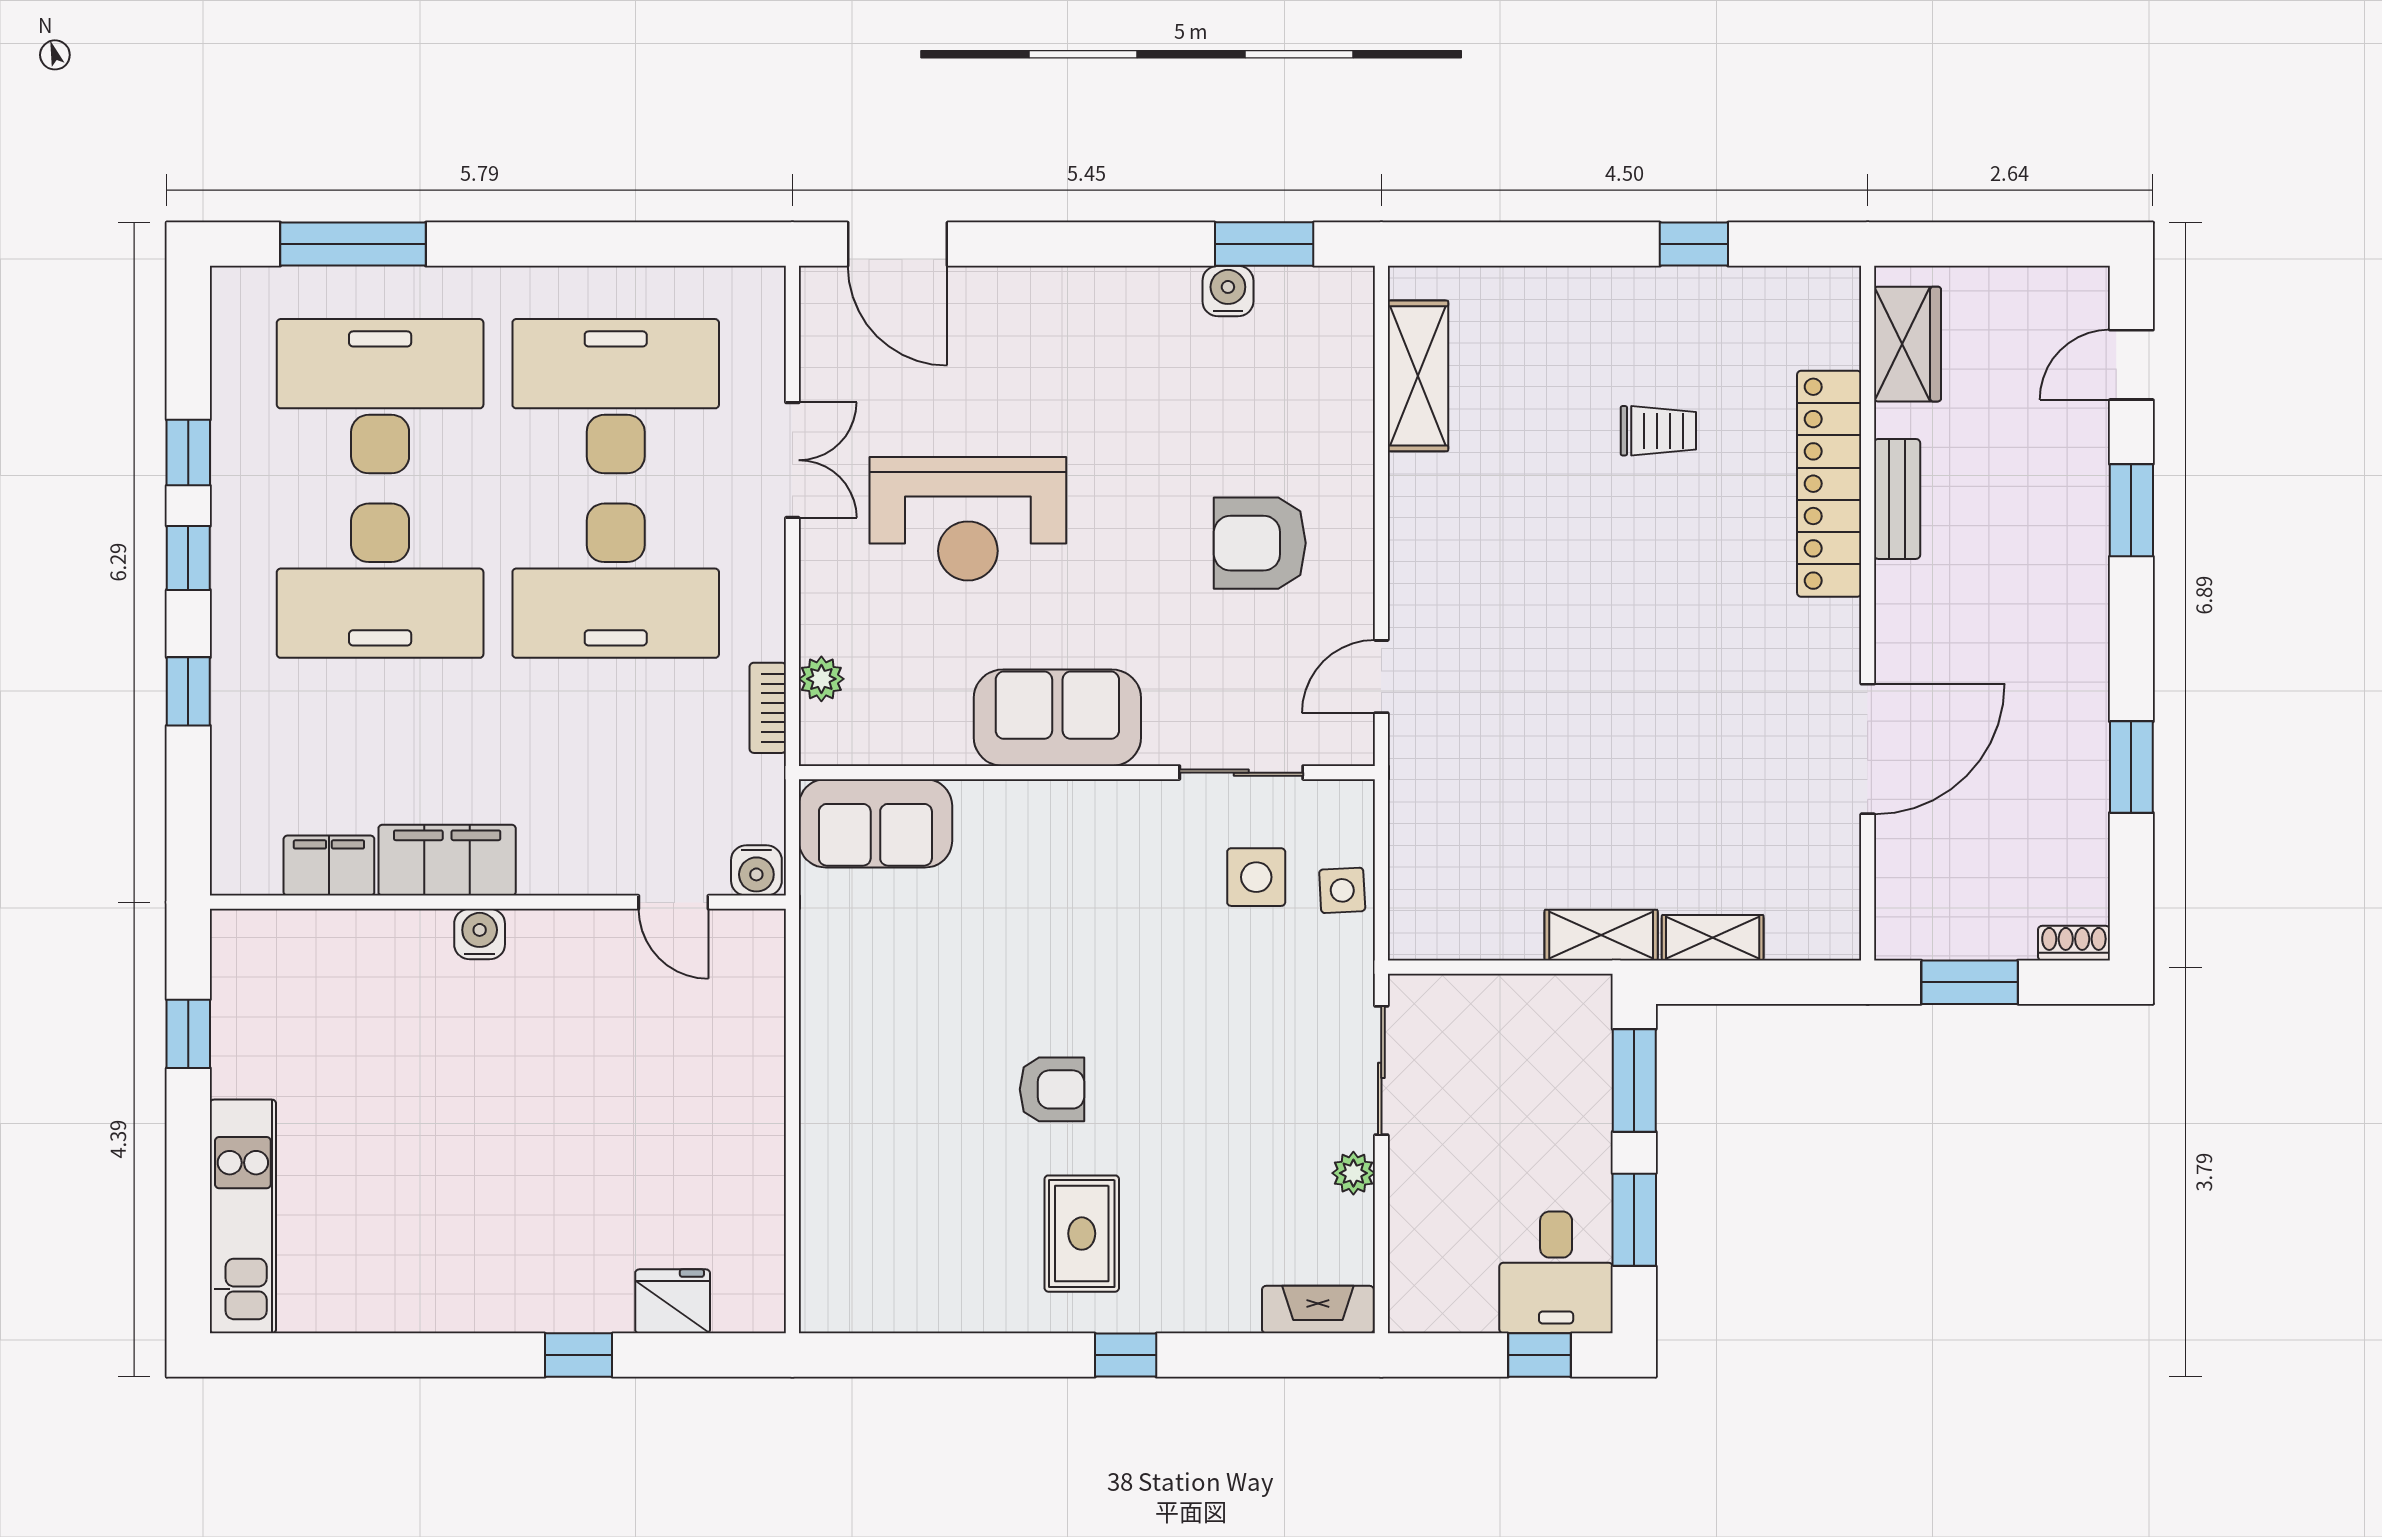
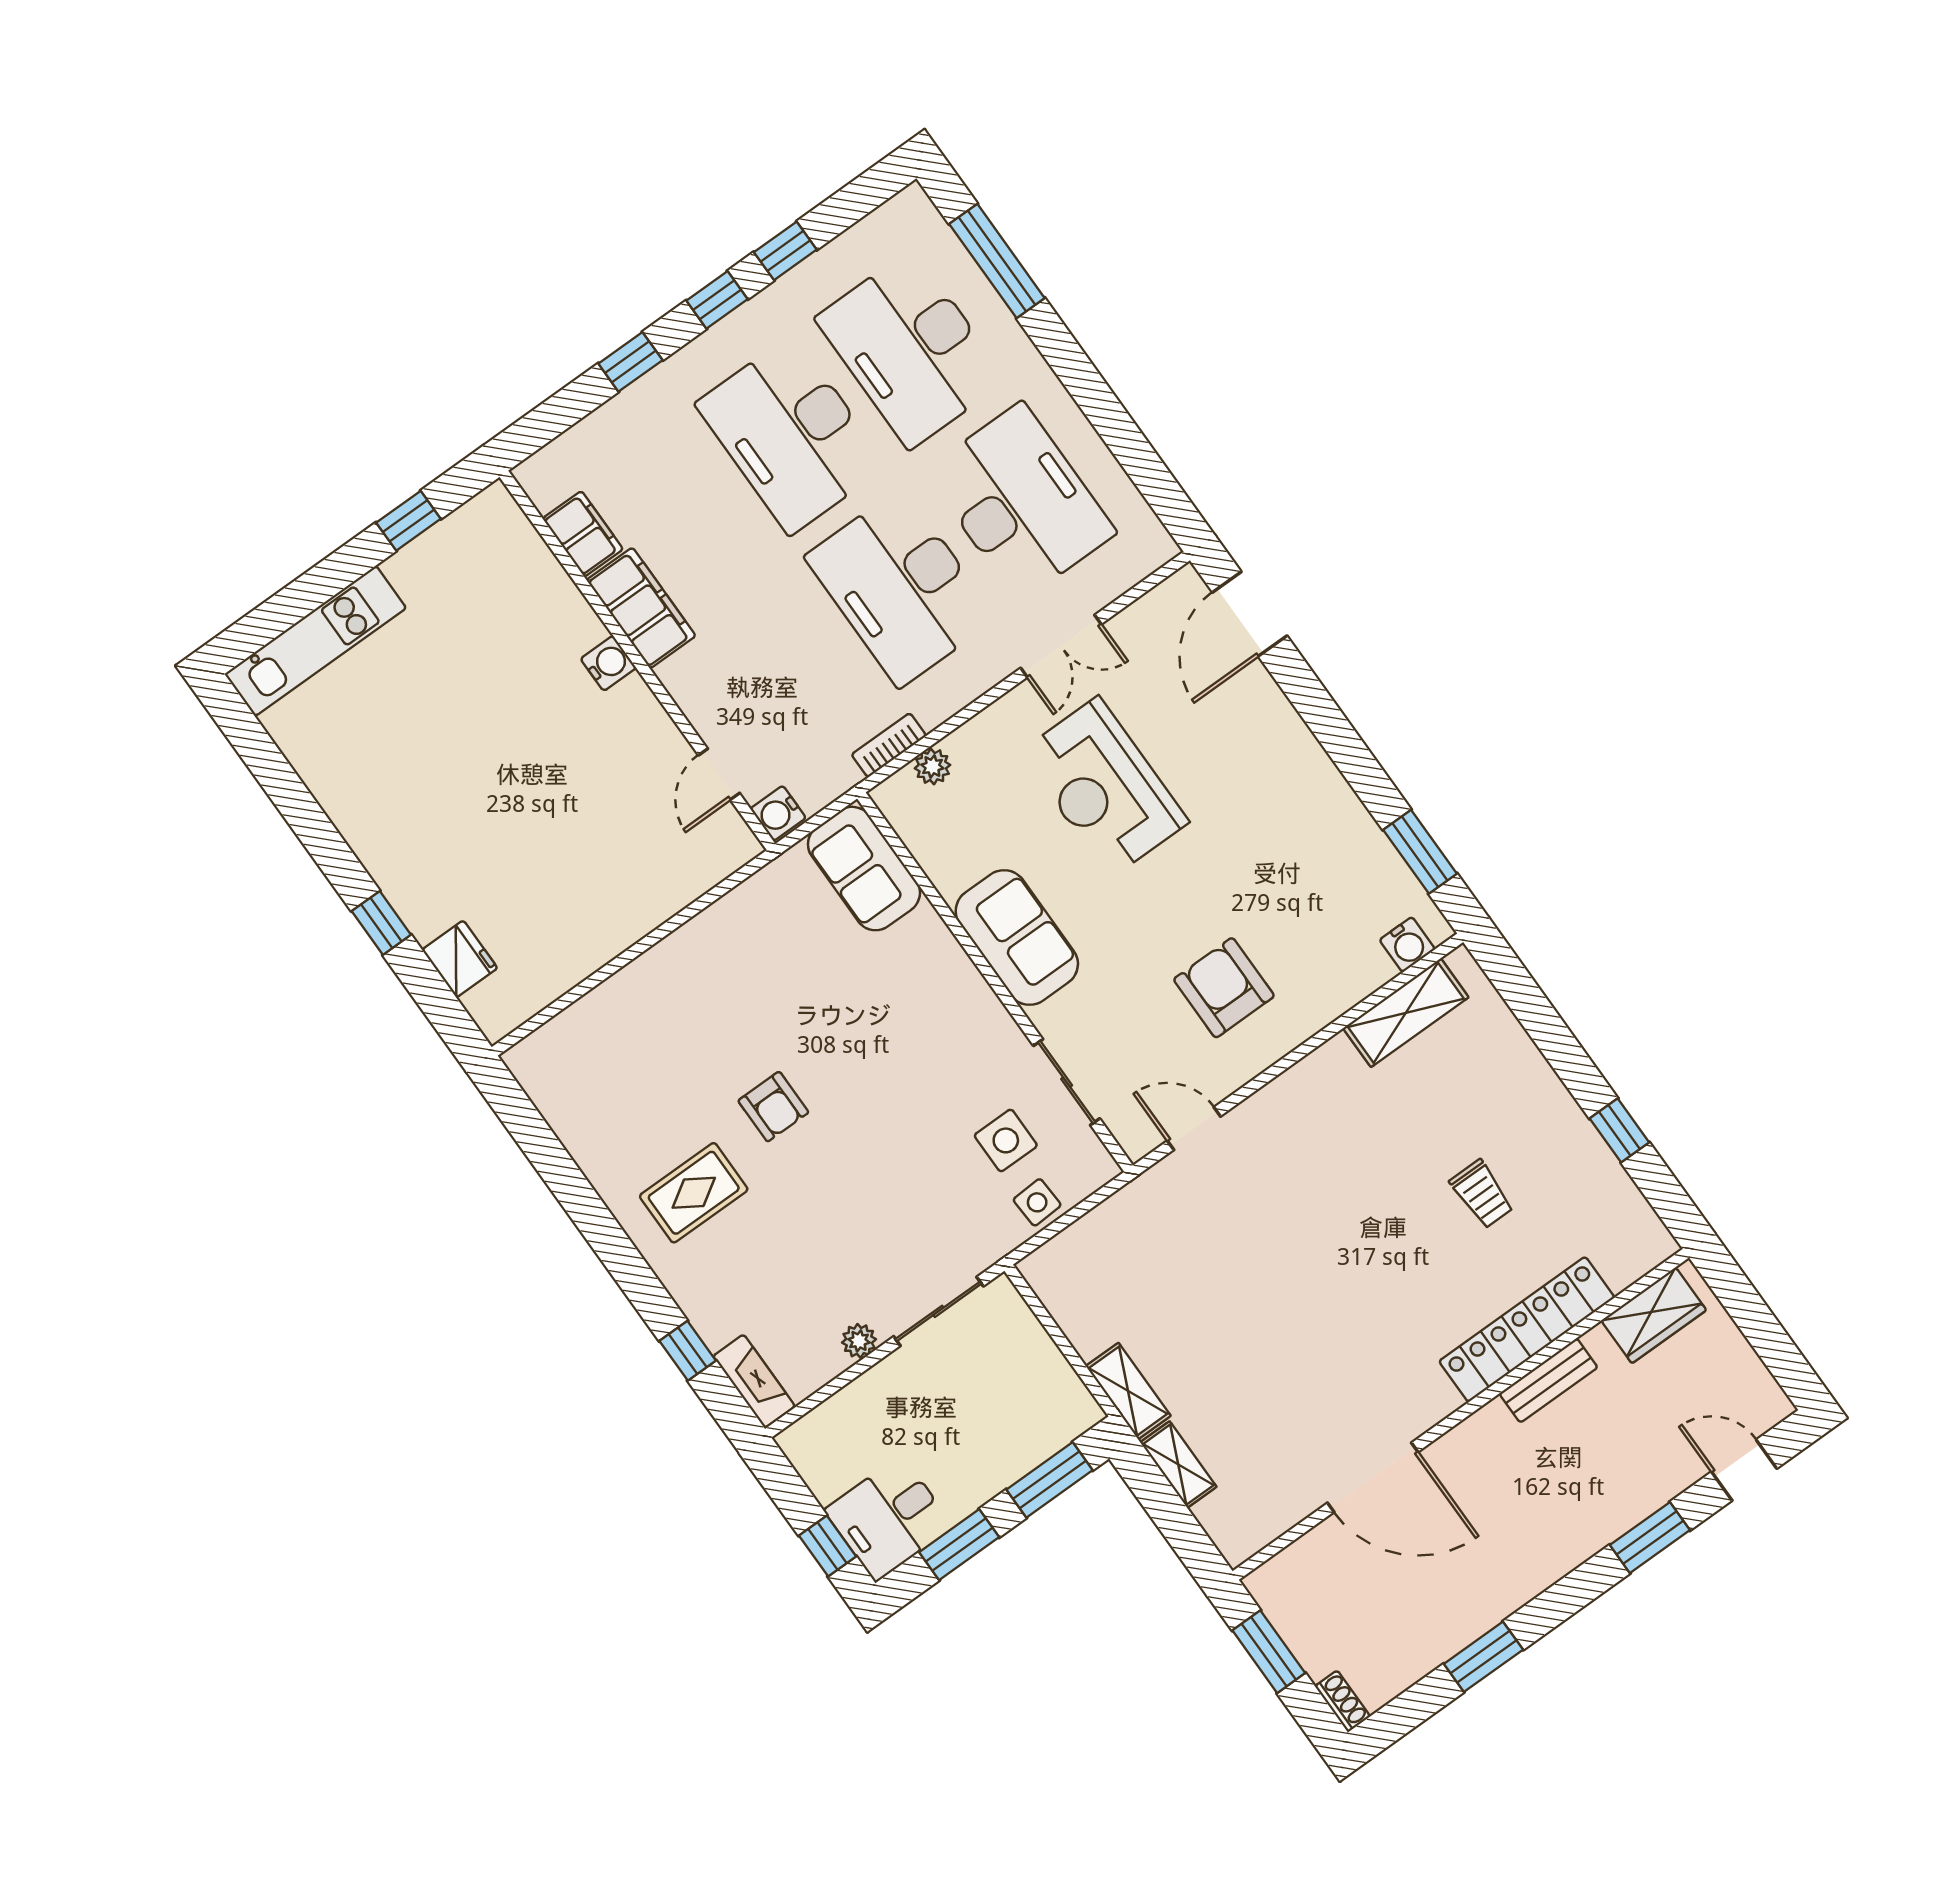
water cooler: (1228, 291) -> (1407, 945), moved, turned 90
desk: (380, 396) -> (911, 349), turned 180
window: (1126, 1355) -> (688, 1351), moved

